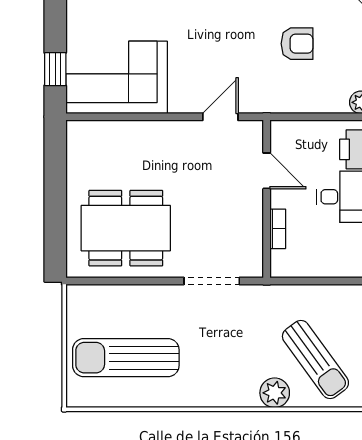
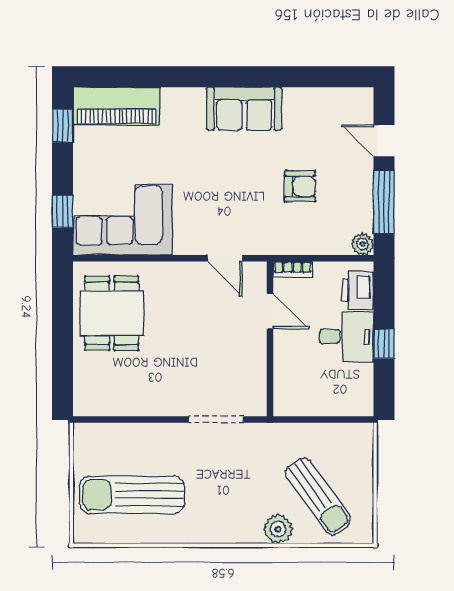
door: (220, 117) -> (225, 258), swing flipped
dining table: (126, 228) -> (112, 313), moved, width x0.73
bookcase: (278, 229) -> (293, 269), moved, turned 90

